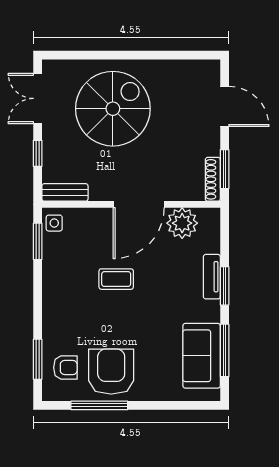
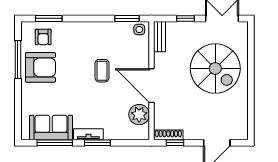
window: (225, 169) -> (175, 143), width x0.67
tv unit: (212, 277) -> (88, 134), moved

